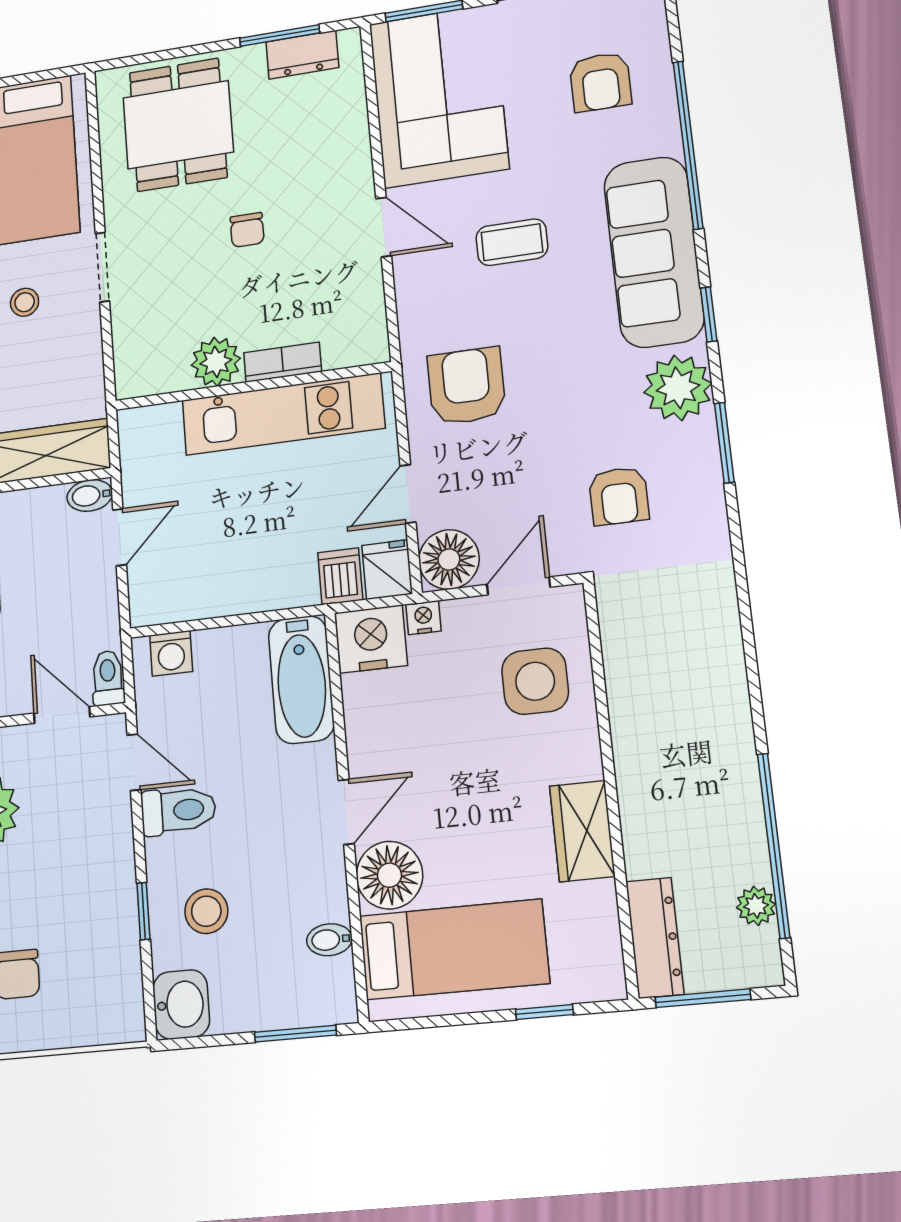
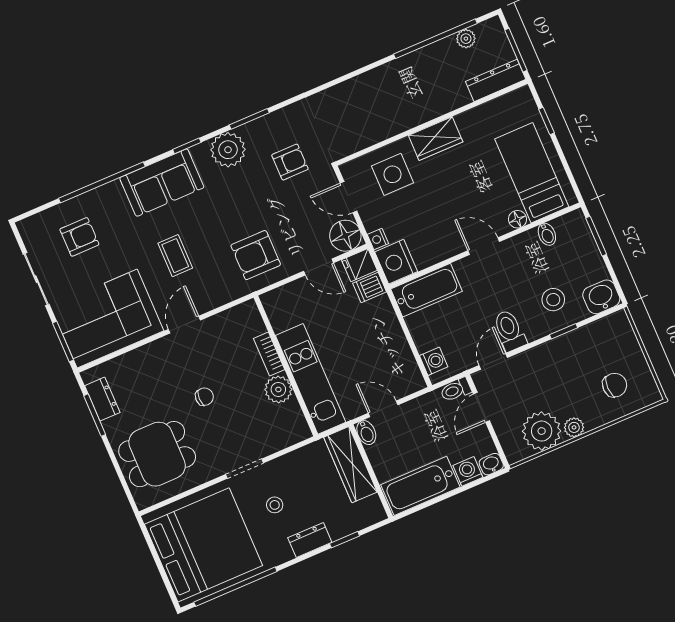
sofa: (654, 252) -> (162, 183), width x0.73
kitchen unit: (283, 414) -> (311, 379), moved
wardrobe: (582, 831) -> (436, 139), moved
floor lamp: (389, 875) -> (517, 219), width x0.53, depth x0.53

